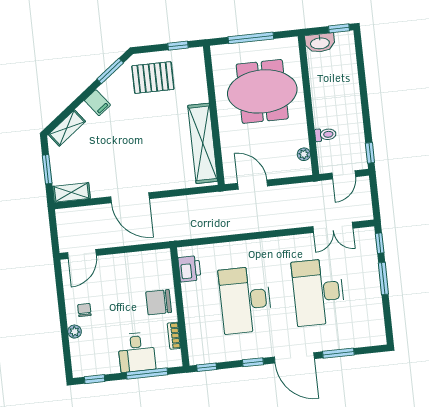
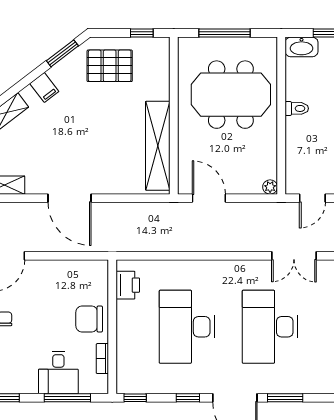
toilet: (325, 135) -> (297, 108), moved
plant: (304, 154) -> (270, 187), moved

